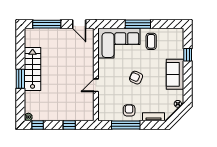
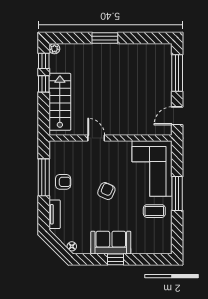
window: (188, 55) -> (116, 259), moved
stairs: (33, 69) -> (60, 102), moved, turned -90
window: (69, 125) -> (44, 84), moved

